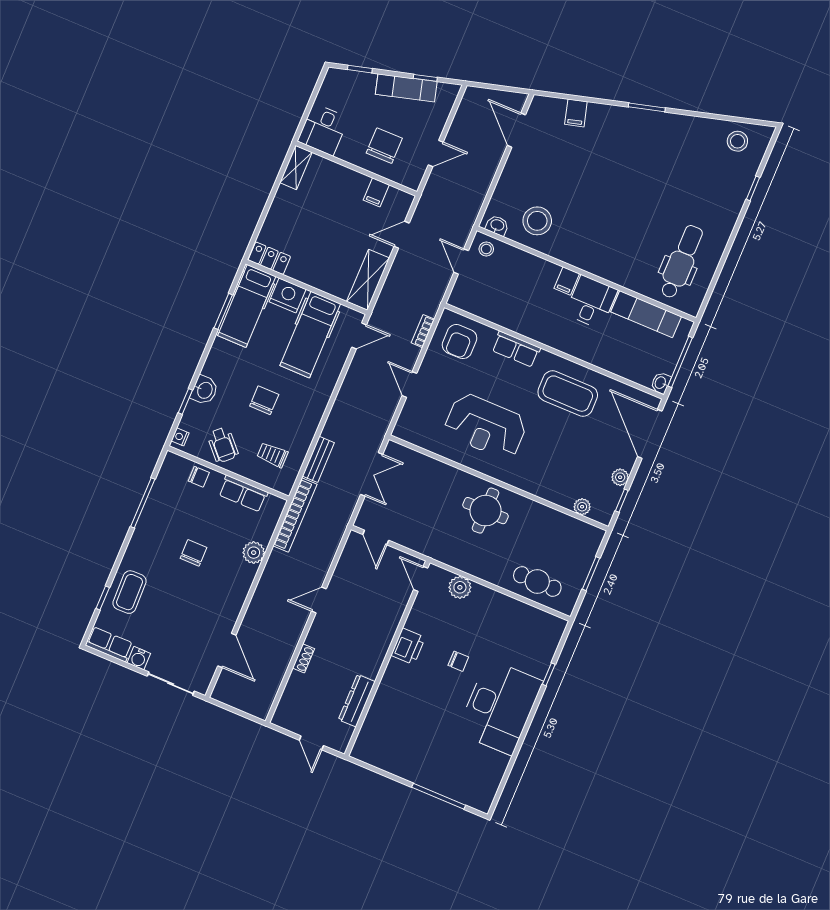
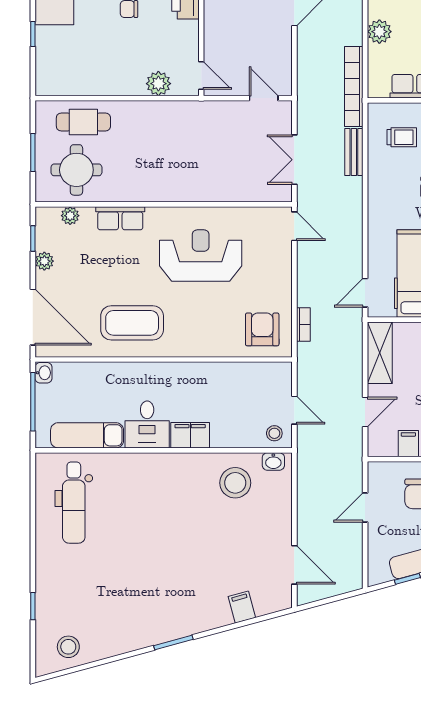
filing cabinet: (567, 281) -> (190, 435), width x2.00
row of seats: (516, 349) -> (120, 218), moved, turned 180
door: (409, 385) -> (294, 226), moved
round table: (486, 511) -> (76, 170), moved

